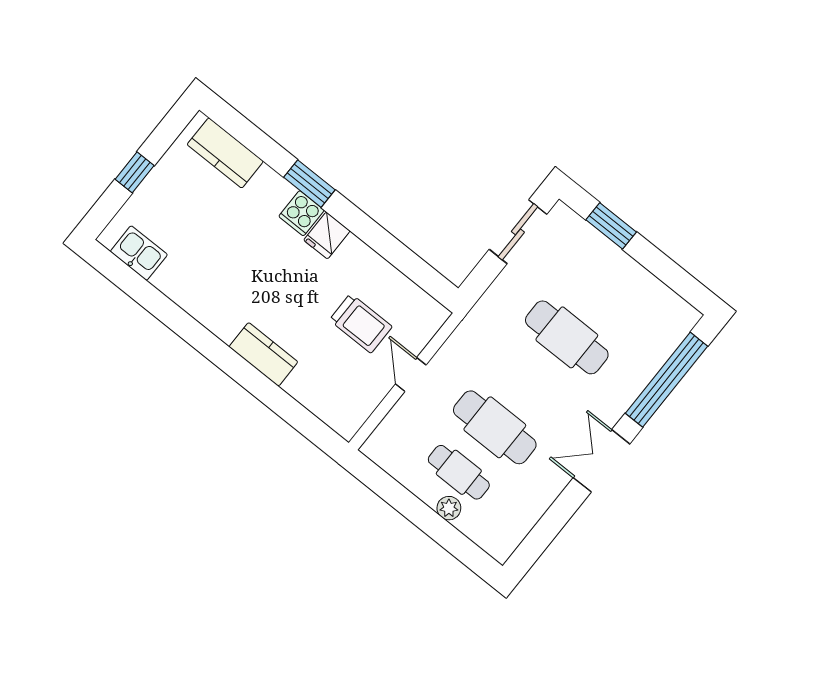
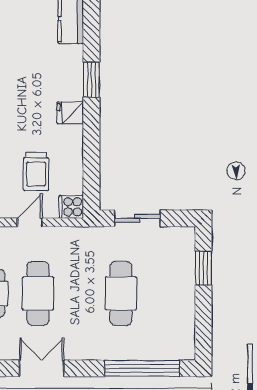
cooker: (302, 213) -> (71, 207), moved
sliding door: (518, 232) -> (137, 218), moved
double door: (601, 461) -> (42, 368), moved

